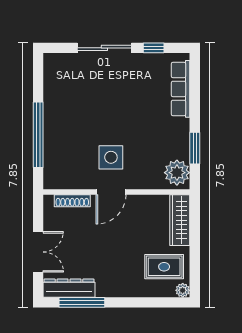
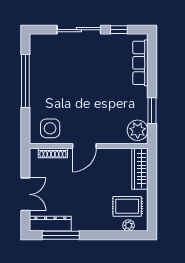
window: (38, 135) -> (25, 81), moved
side table: (111, 157) -> (50, 128), moved
plant: (183, 290) -> (129, 225), moved

